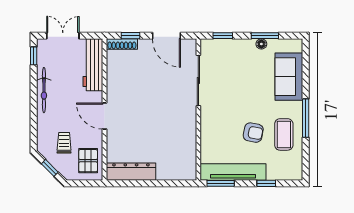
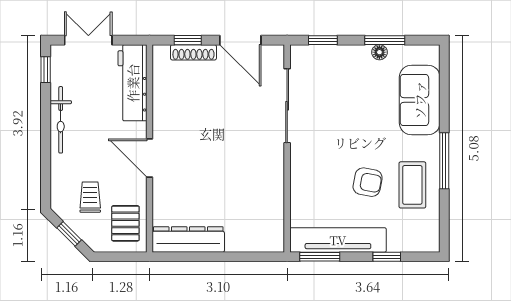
shoe rack: (122, 44) -> (193, 52), moved

